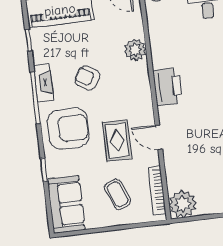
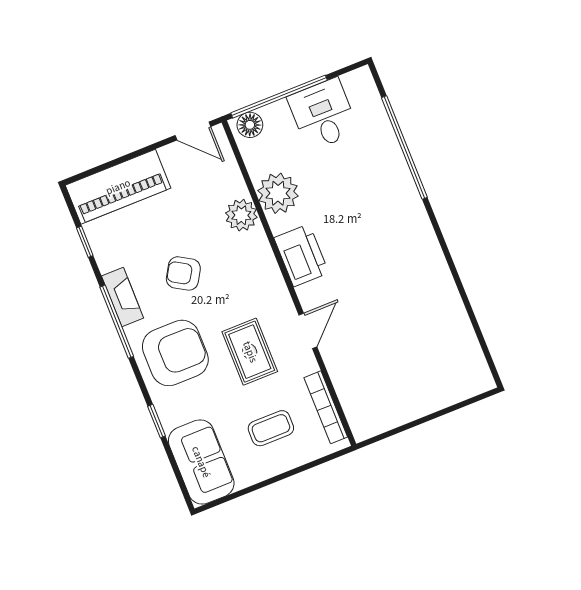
door: (159, 137) -> (308, 331), swing flipped
coffee table: (118, 194) -> (271, 428), turned -68
plant: (183, 204) -> (278, 193), moved

